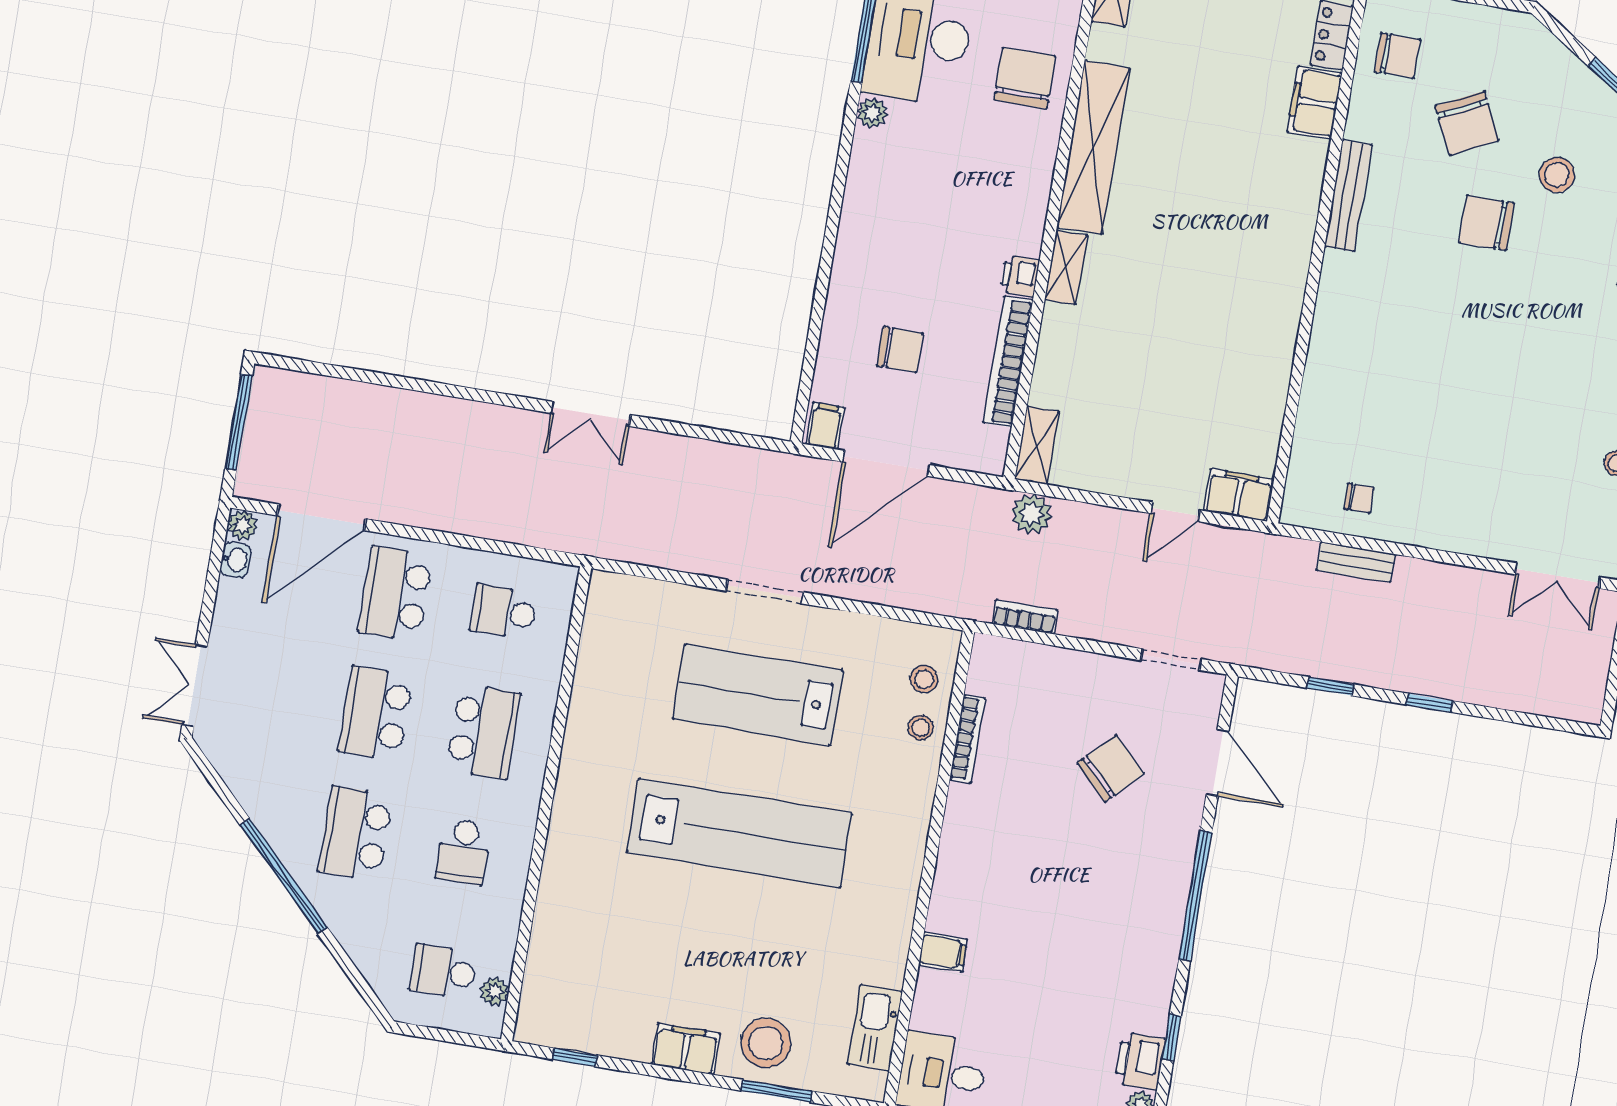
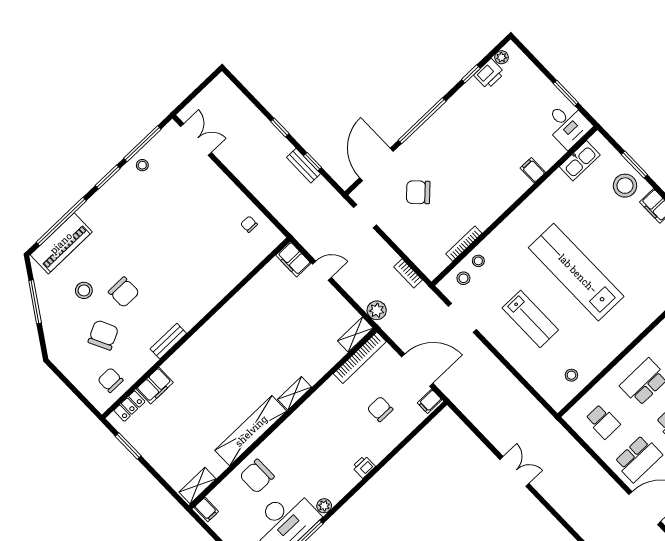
bench: (1348, 196) -> (168, 341), width x0.73
printer: (1020, 276) -> (364, 467), moved, turned 180
bookcase: (1008, 362) -> (360, 358), moved
bench: (1356, 562) -> (303, 166), moved
doorway: (765, 592) -> (462, 318), moved
stool: (616, 651) -> (571, 375), added
lab bench: (758, 695) -> (530, 319), width x0.73, depth x0.72
door: (1218, 763) -> (376, 164), width x1.36

